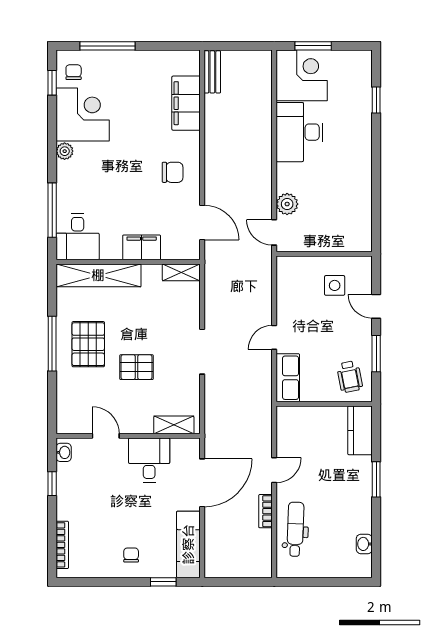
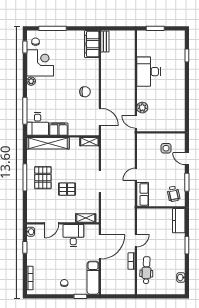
corner desk: (302, 75) -> (150, 43), removed
filing cabinet: (186, 103) -> (92, 44), moved
filing cabinet: (142, 247) -> (58, 129), moved
door: (106, 436) -> (52, 223), swing flipped

